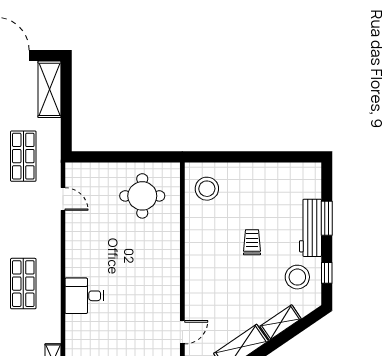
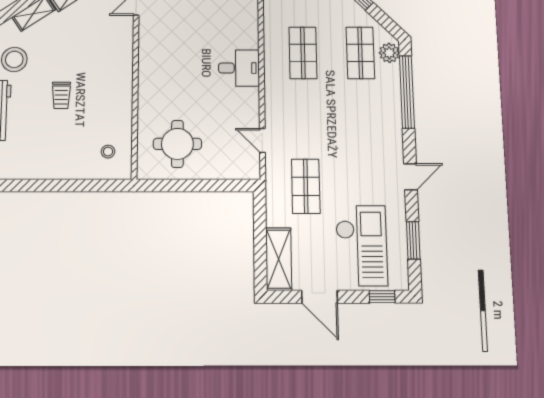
stool: (207, 189) -> (108, 152), width x0.53, depth x0.53
desk: (84, 296) -> (239, 68), moved

